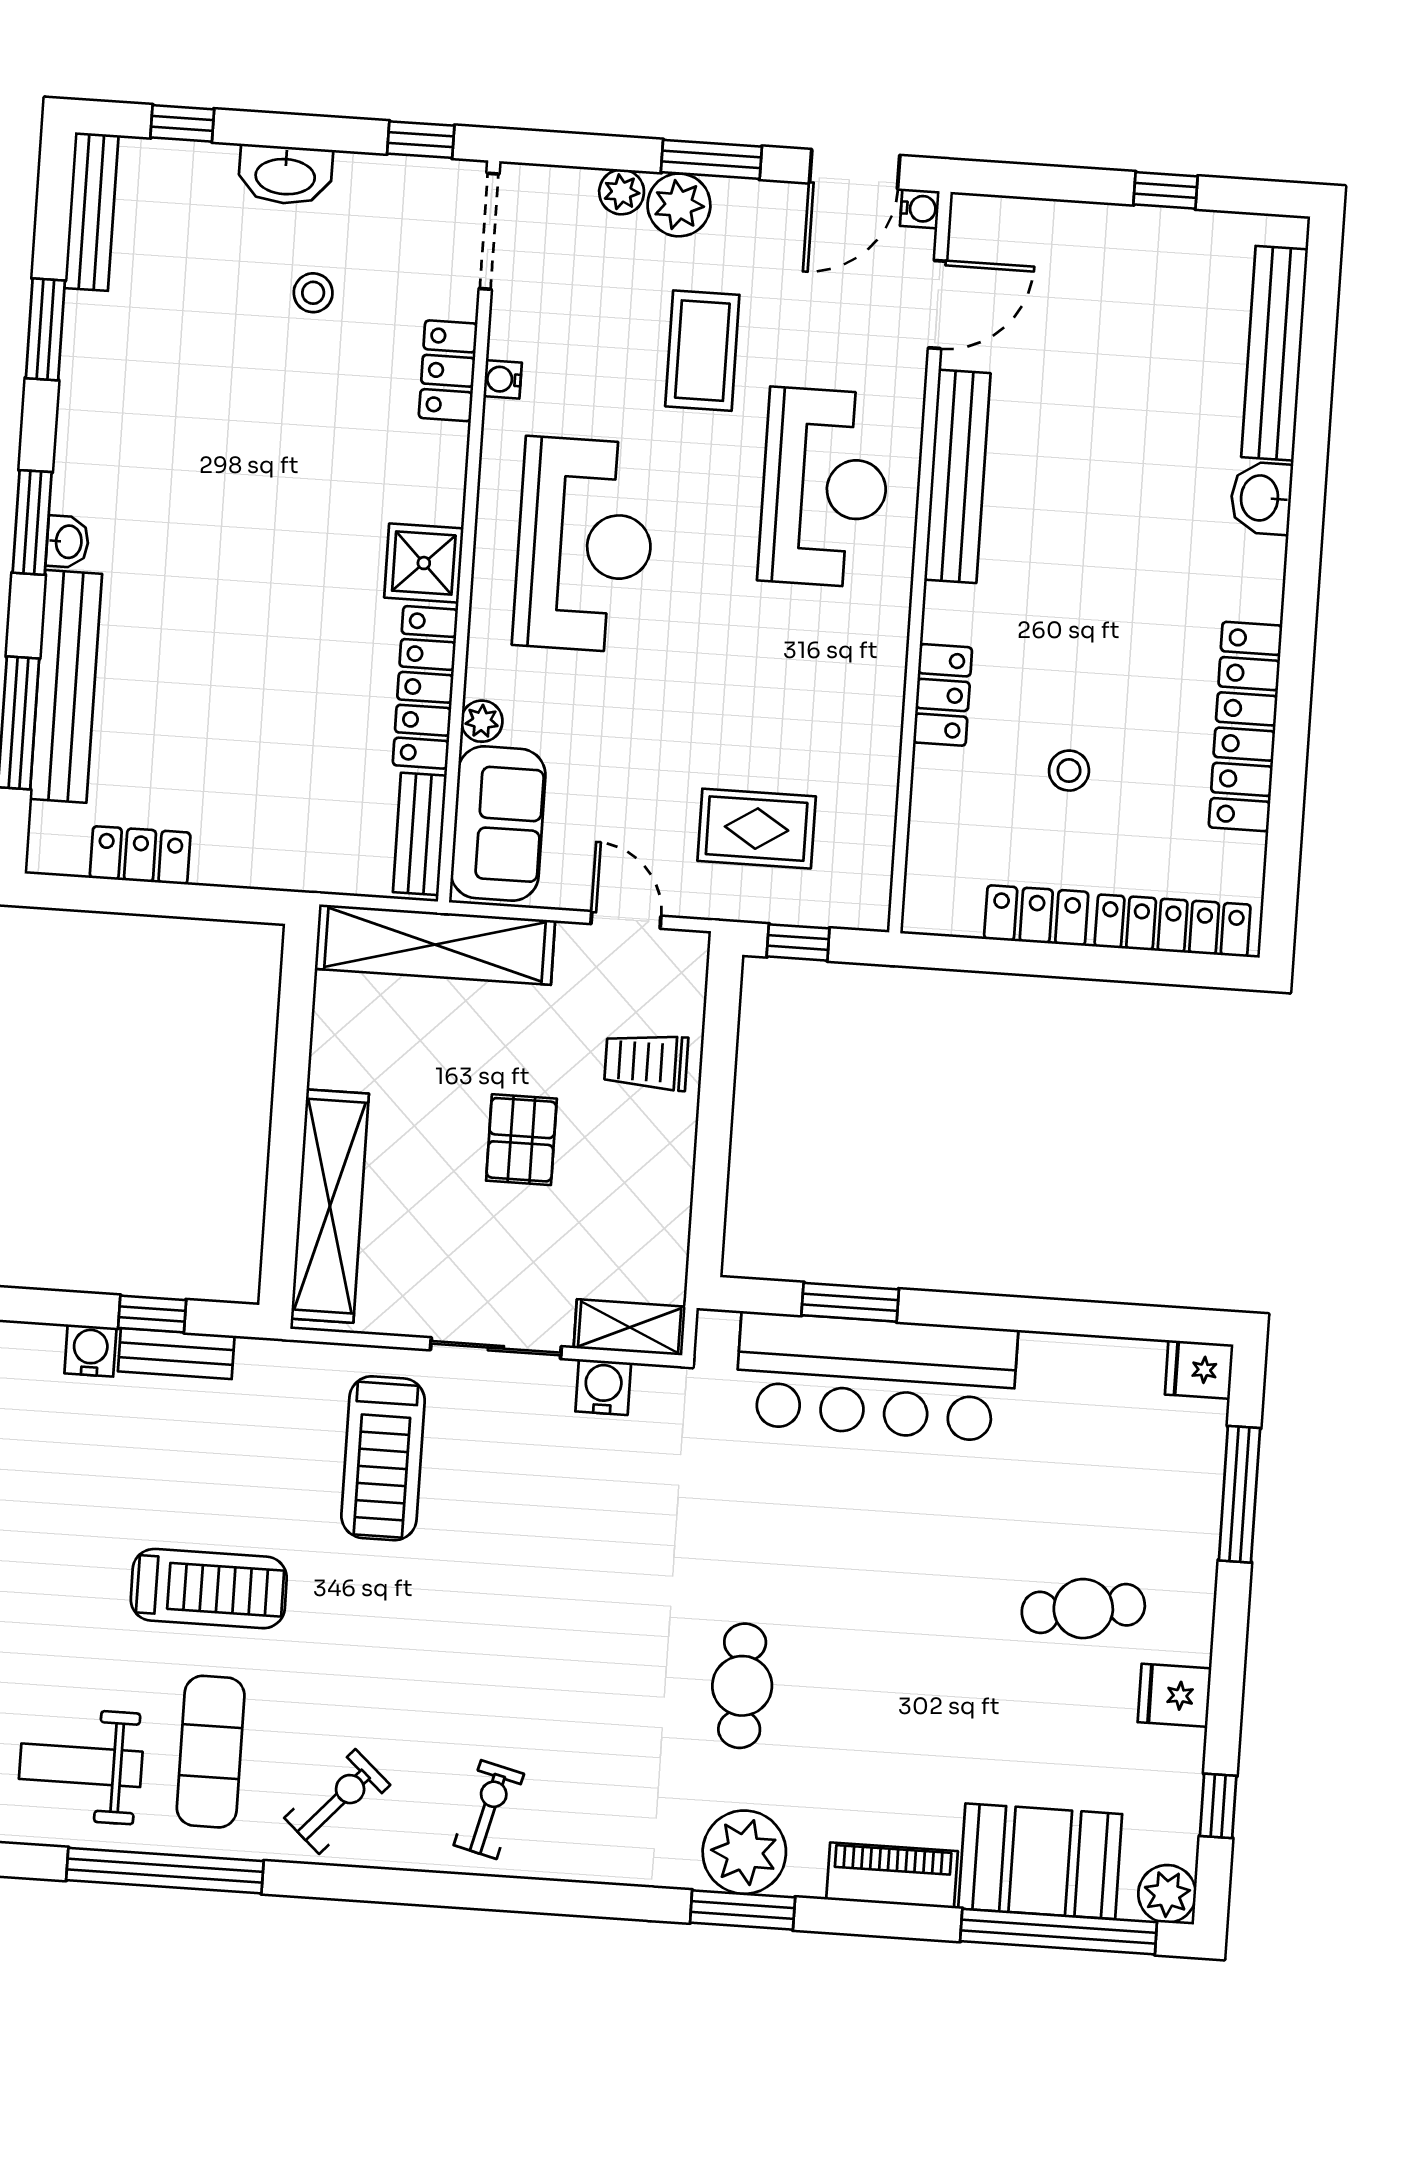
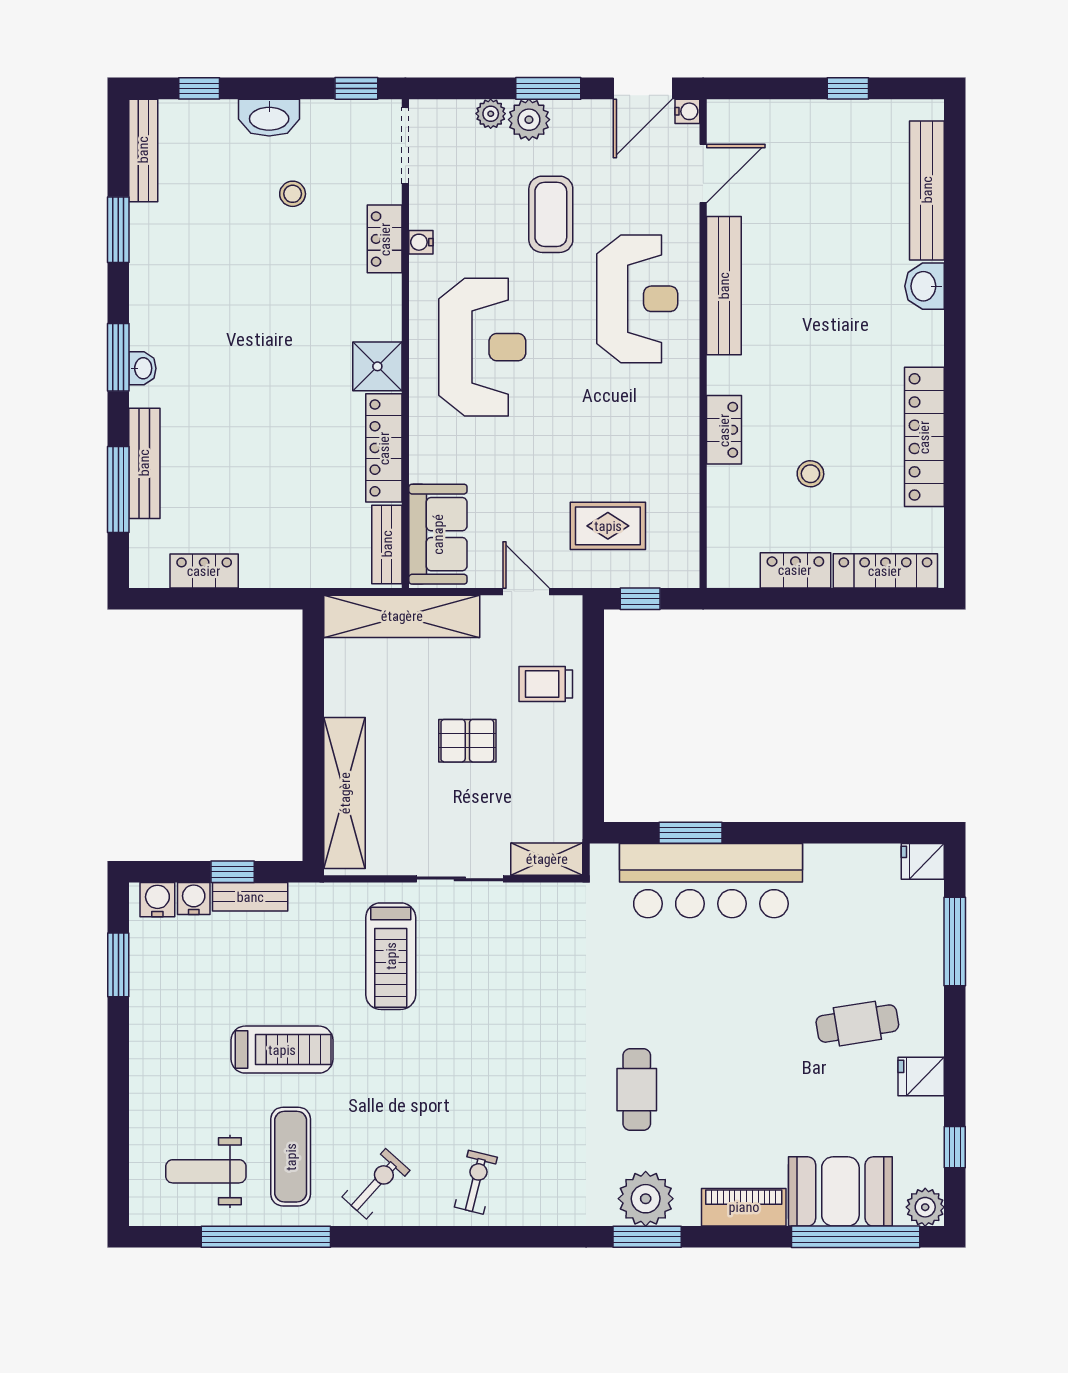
bench: (66, 686) -> (144, 463), width x0.73, depth x0.82
plant: (482, 721) -> (423, 468), removed
pallet: (521, 1140) -> (467, 741), turned 90
water cooler: (603, 1387) -> (157, 900), moved

